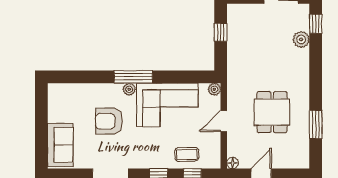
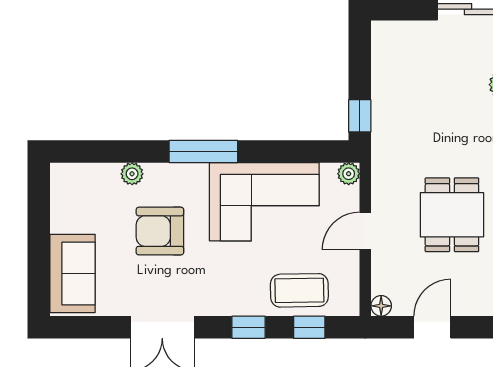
window: (221, 32) -> (360, 116), moved
plant: (129, 89) -> (132, 174), moved
coffee table: (187, 154) -> (299, 290), width x1.36, depth x1.30

